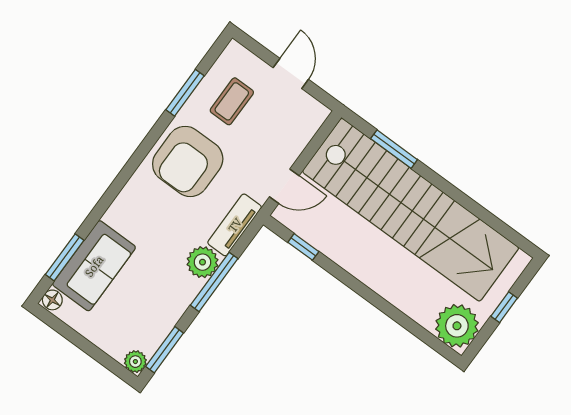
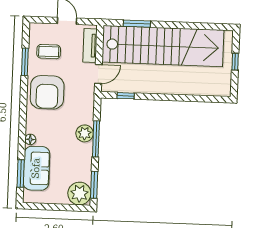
coffee table: (232, 101) -> (49, 52), turned 90
tv unit: (235, 225) -> (90, 45), moved
floor lamp: (52, 300) -> (30, 139), moved
plant: (457, 326) -> (219, 85), removed
plant: (135, 362) -> (79, 193), width x1.88, depth x1.88

